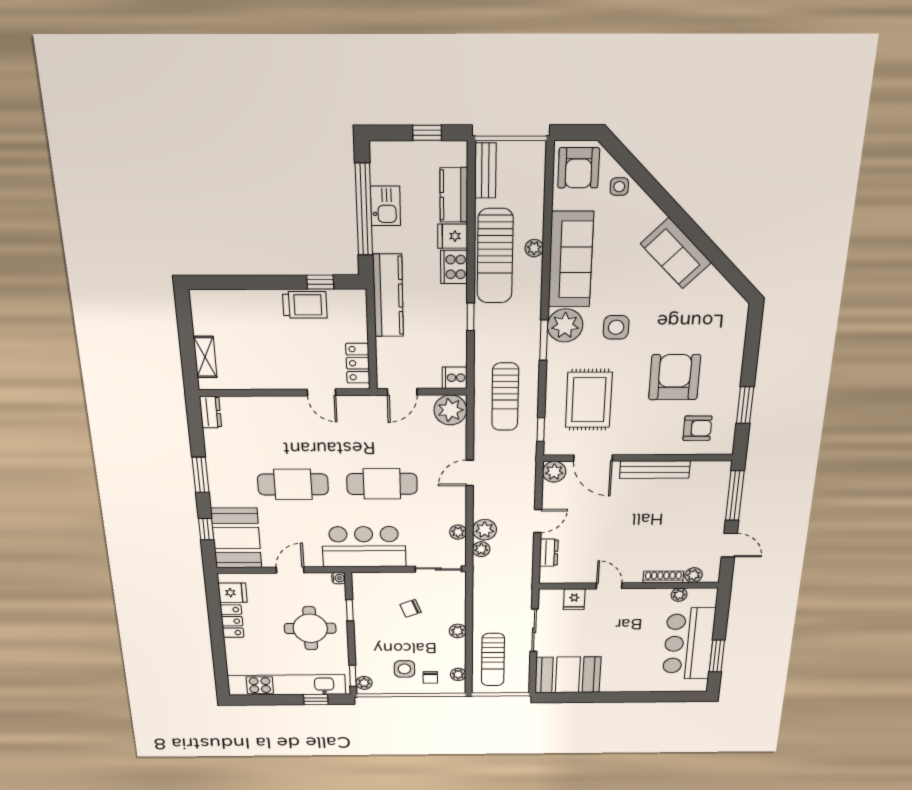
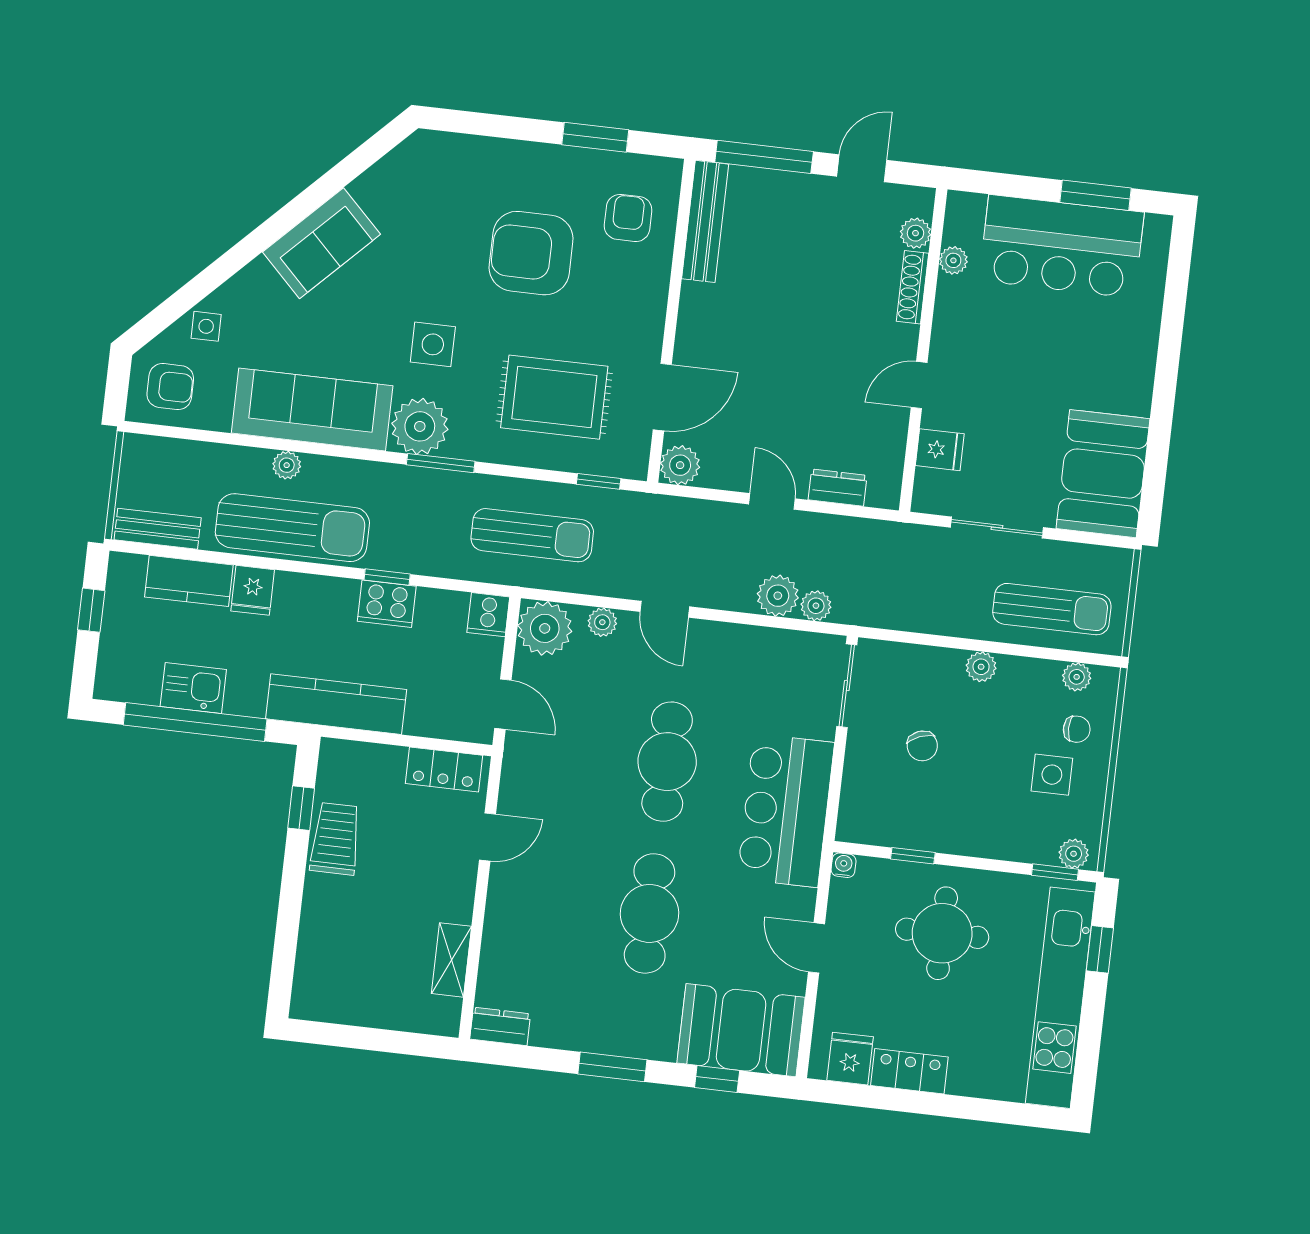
armchair: (579, 168) -> (170, 387), width x0.72, depth x0.72
cooker: (454, 267) -> (387, 604), moved
shelving: (205, 357) -> (451, 960), moved, turned 90
bench: (655, 470) -> (705, 221), moved
plant: (458, 532) -> (602, 622), moved

